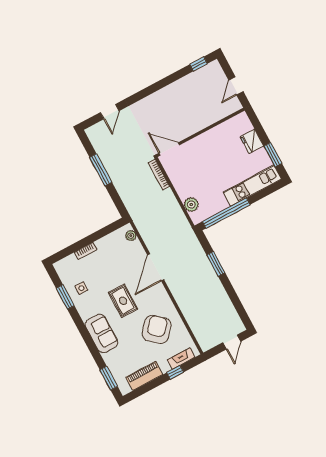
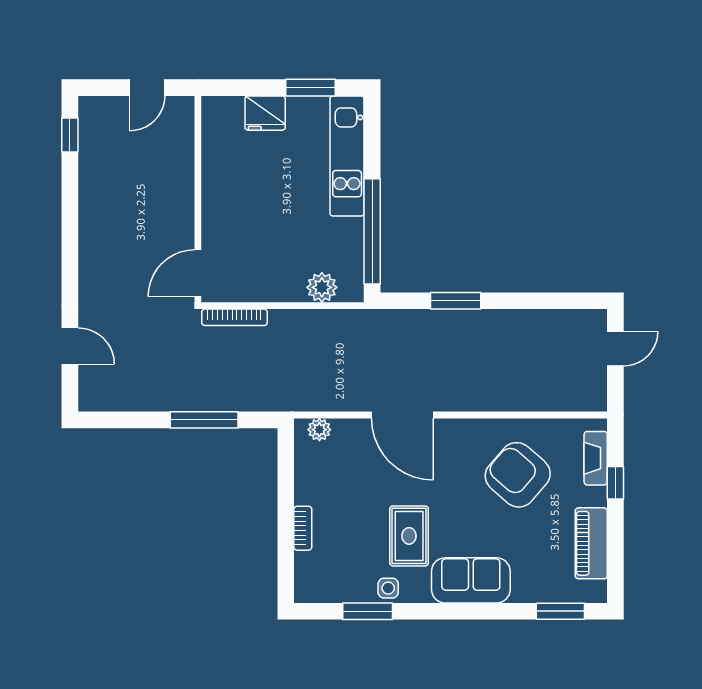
door: (236, 86) -> (147, 88), hinge flipped
window: (101, 170) -> (204, 420), moved
side table: (81, 288) -> (388, 588), moved
rug: (123, 301) -> (409, 536), moved, turned 90
door: (232, 342) -> (615, 349), hinge flipped

